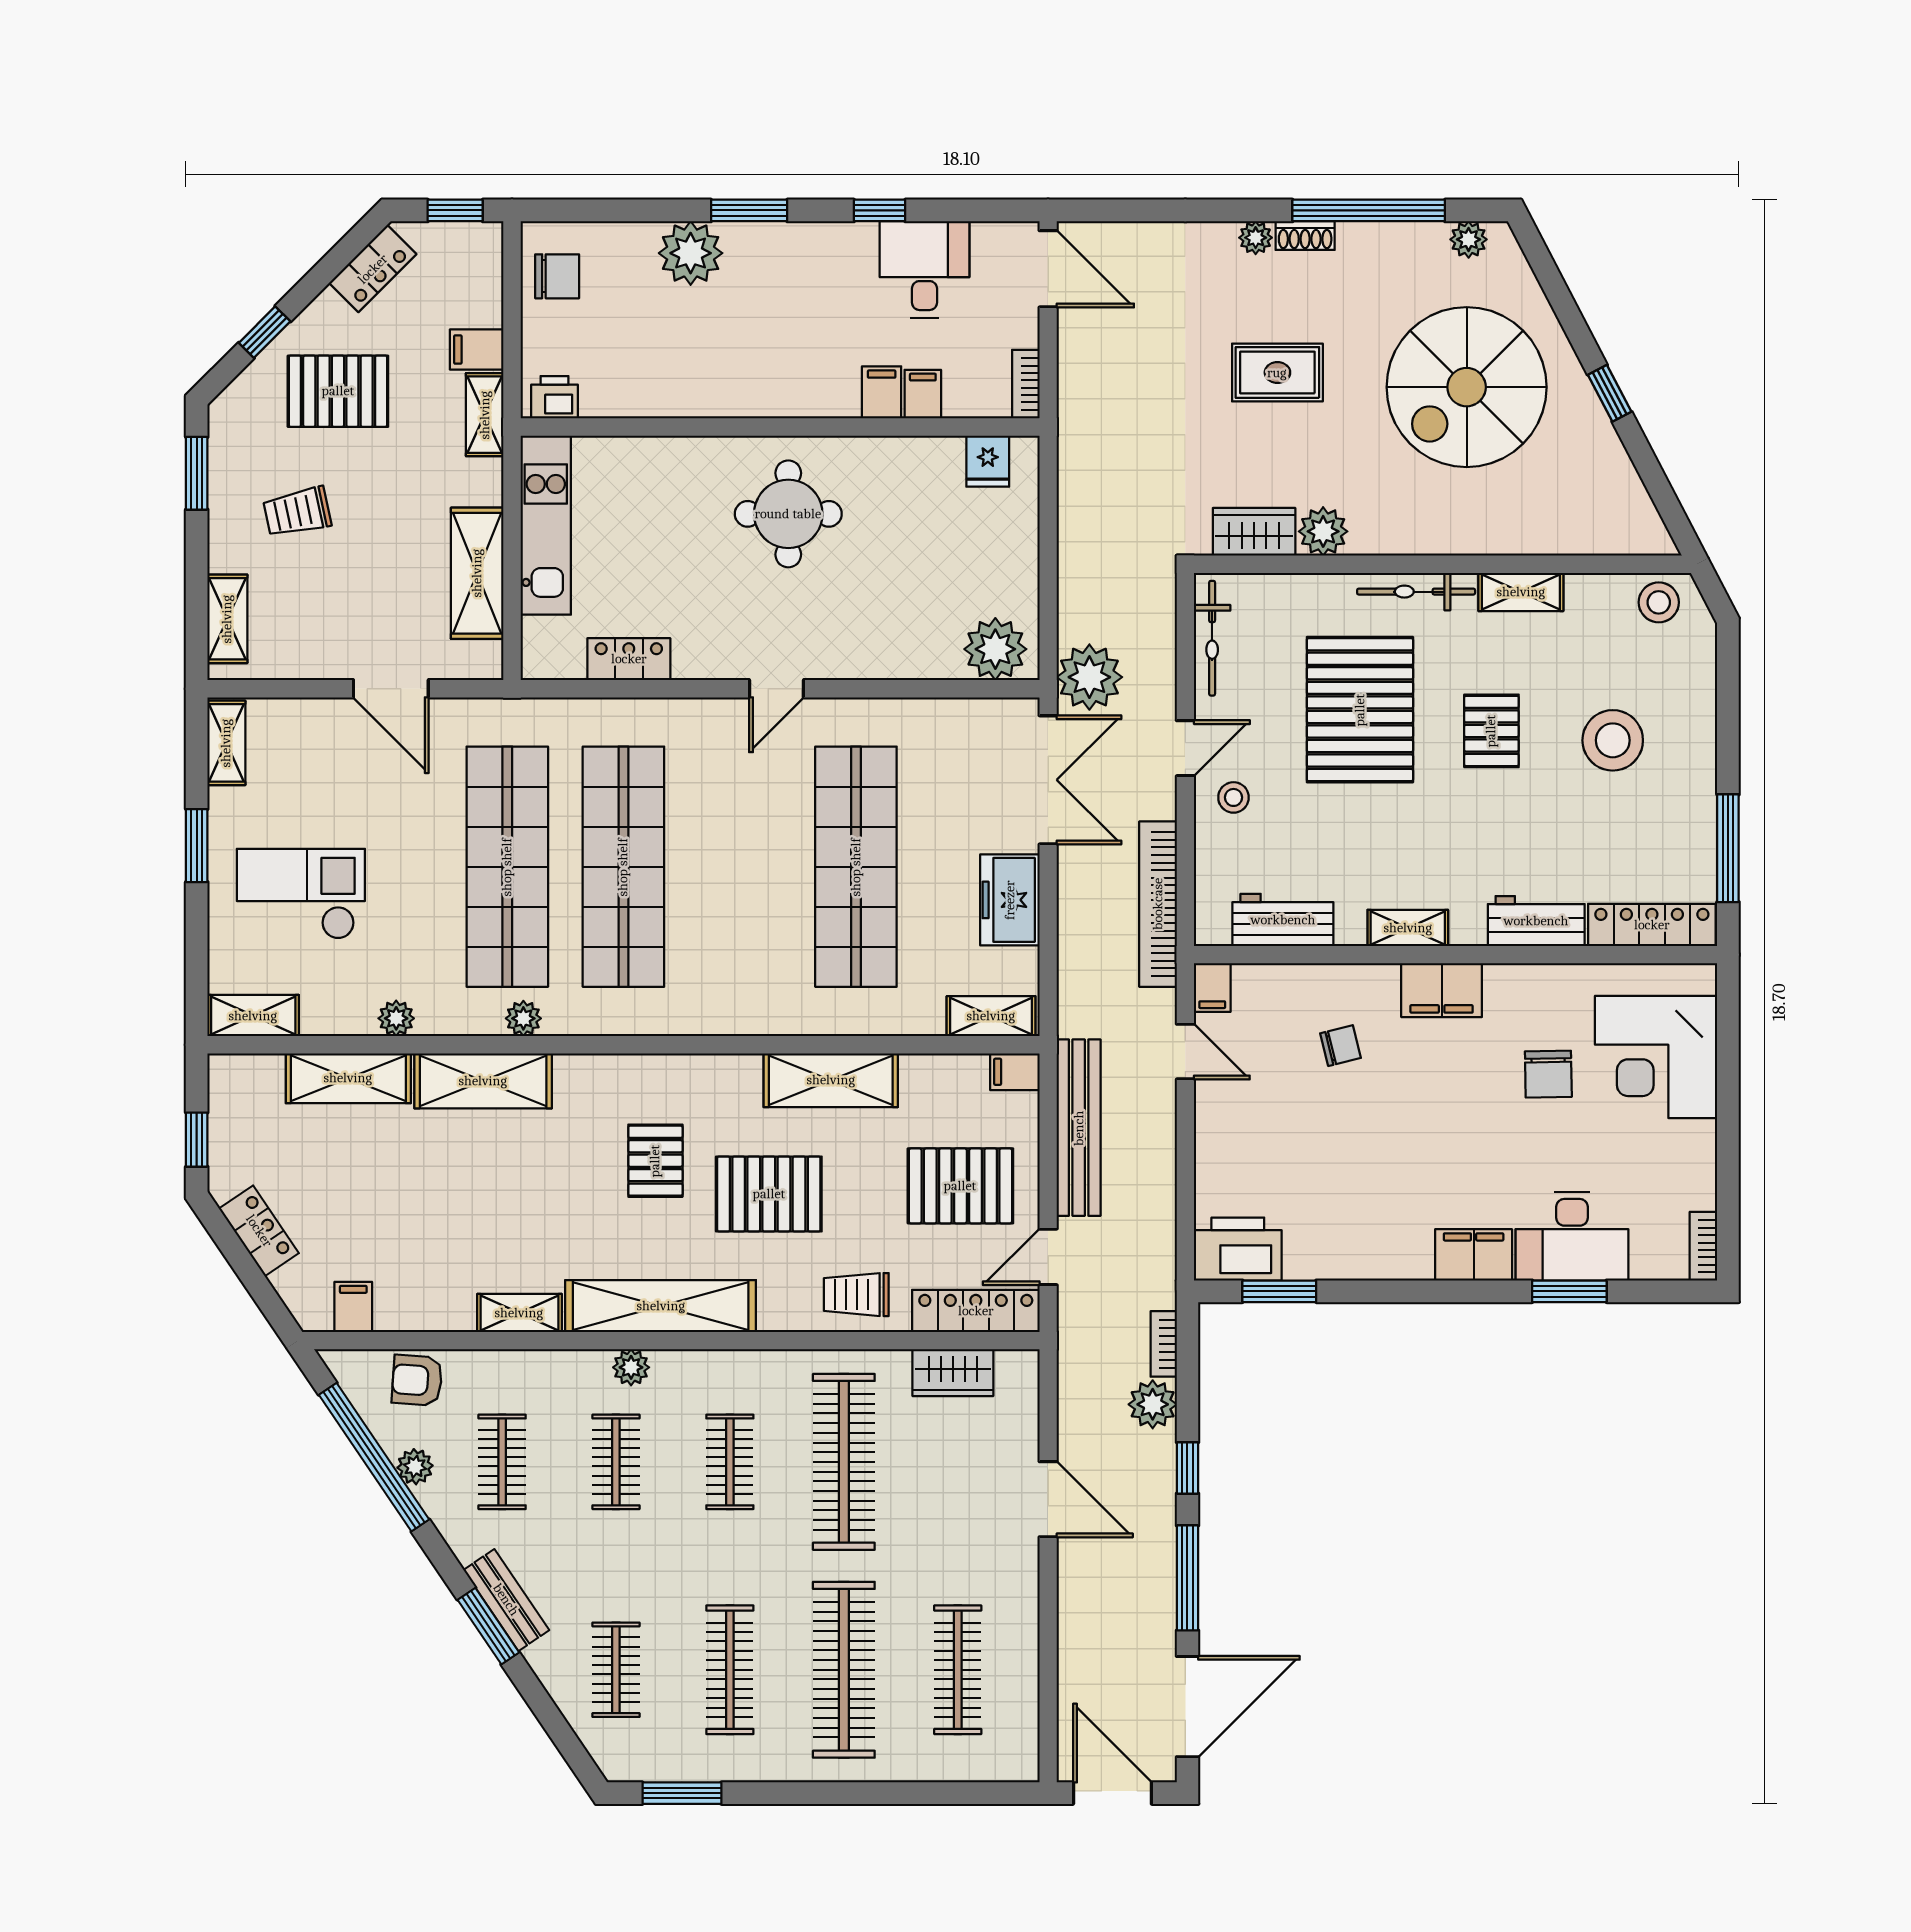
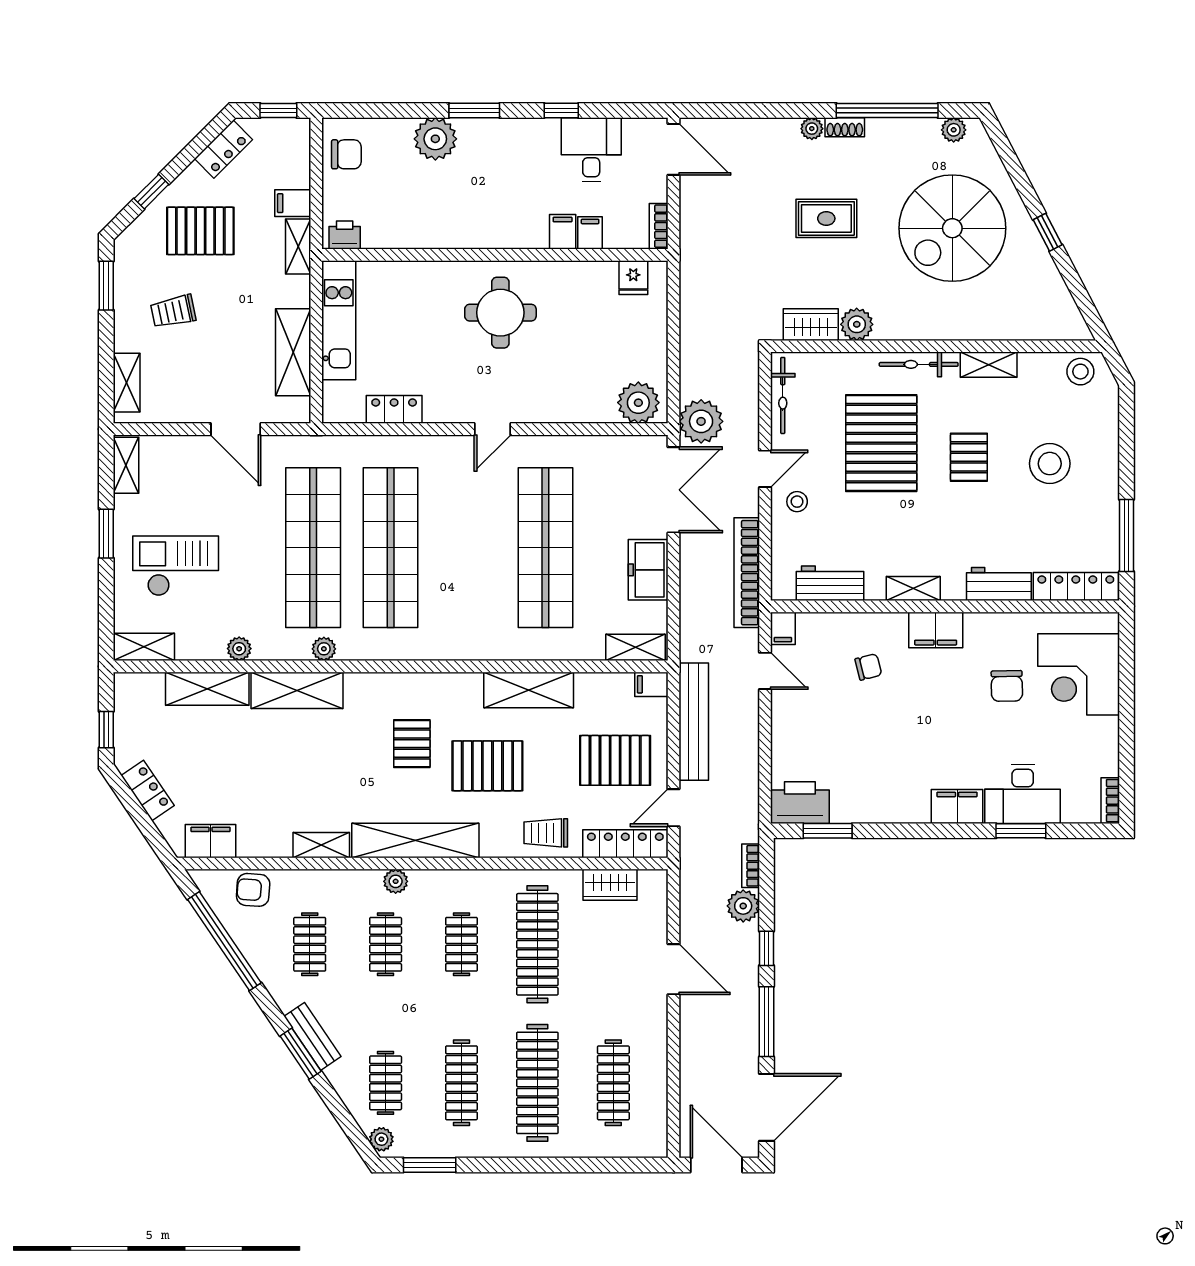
filing cabinet: (353, 1307) -> (211, 841), width x2.00
plant: (415, 1467) -> (381, 1139), moved

